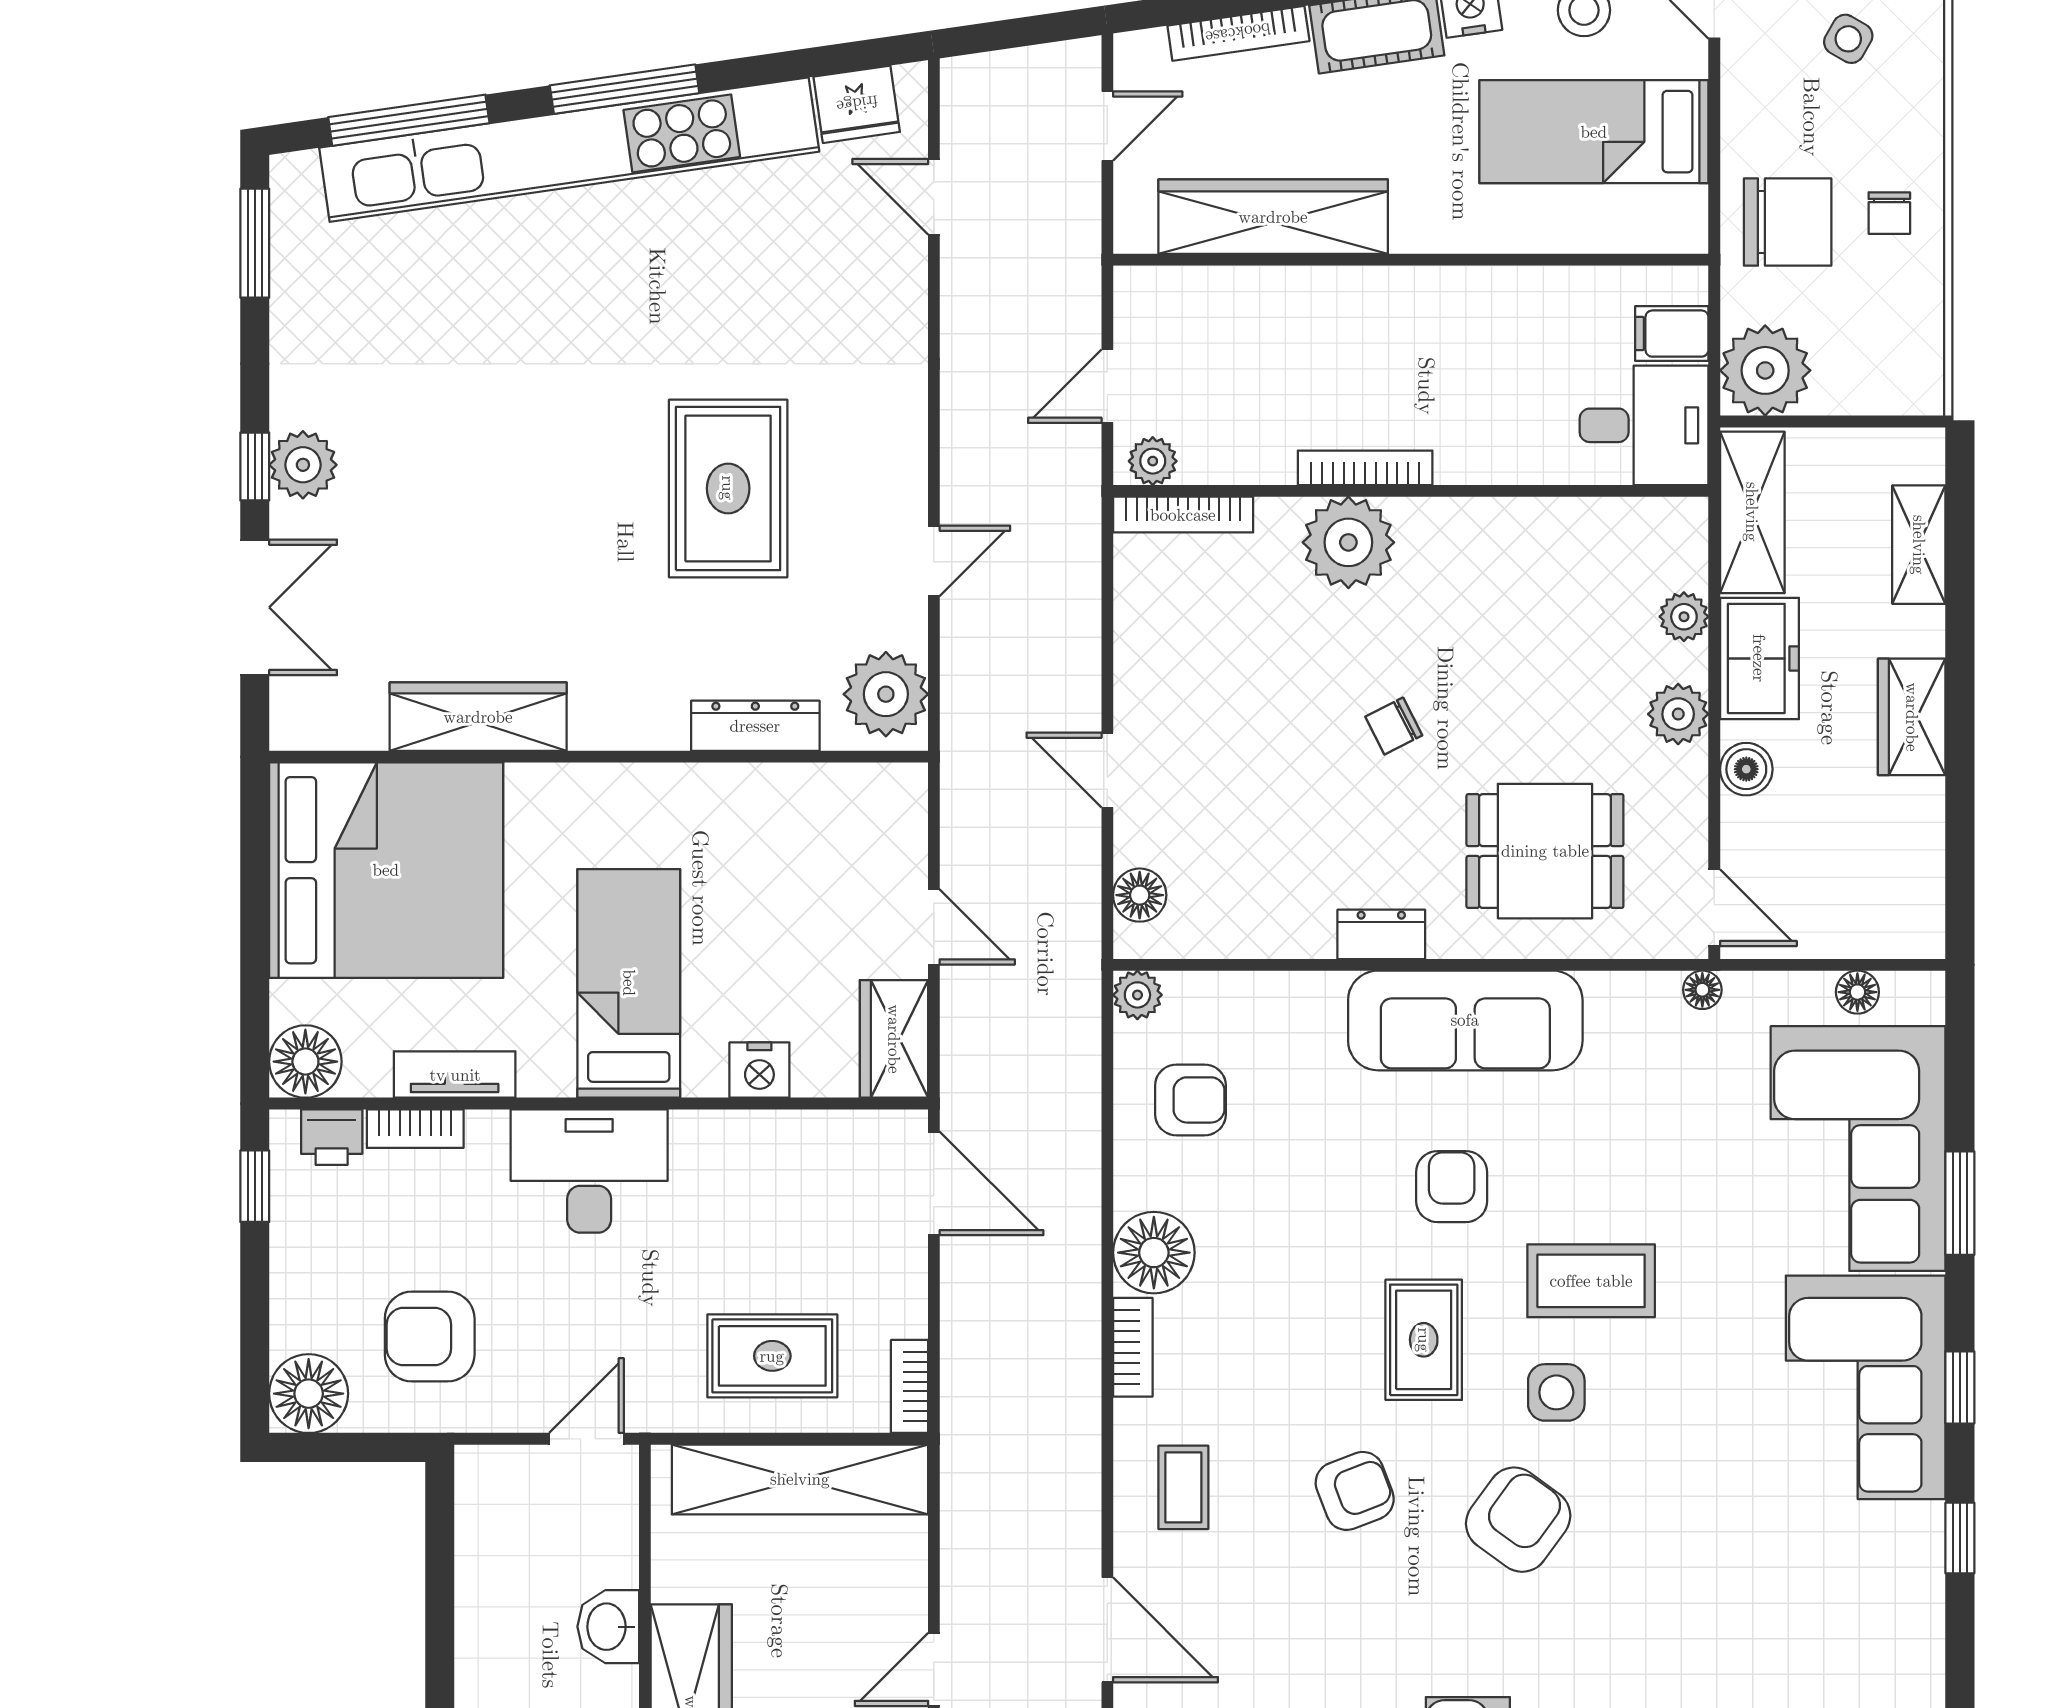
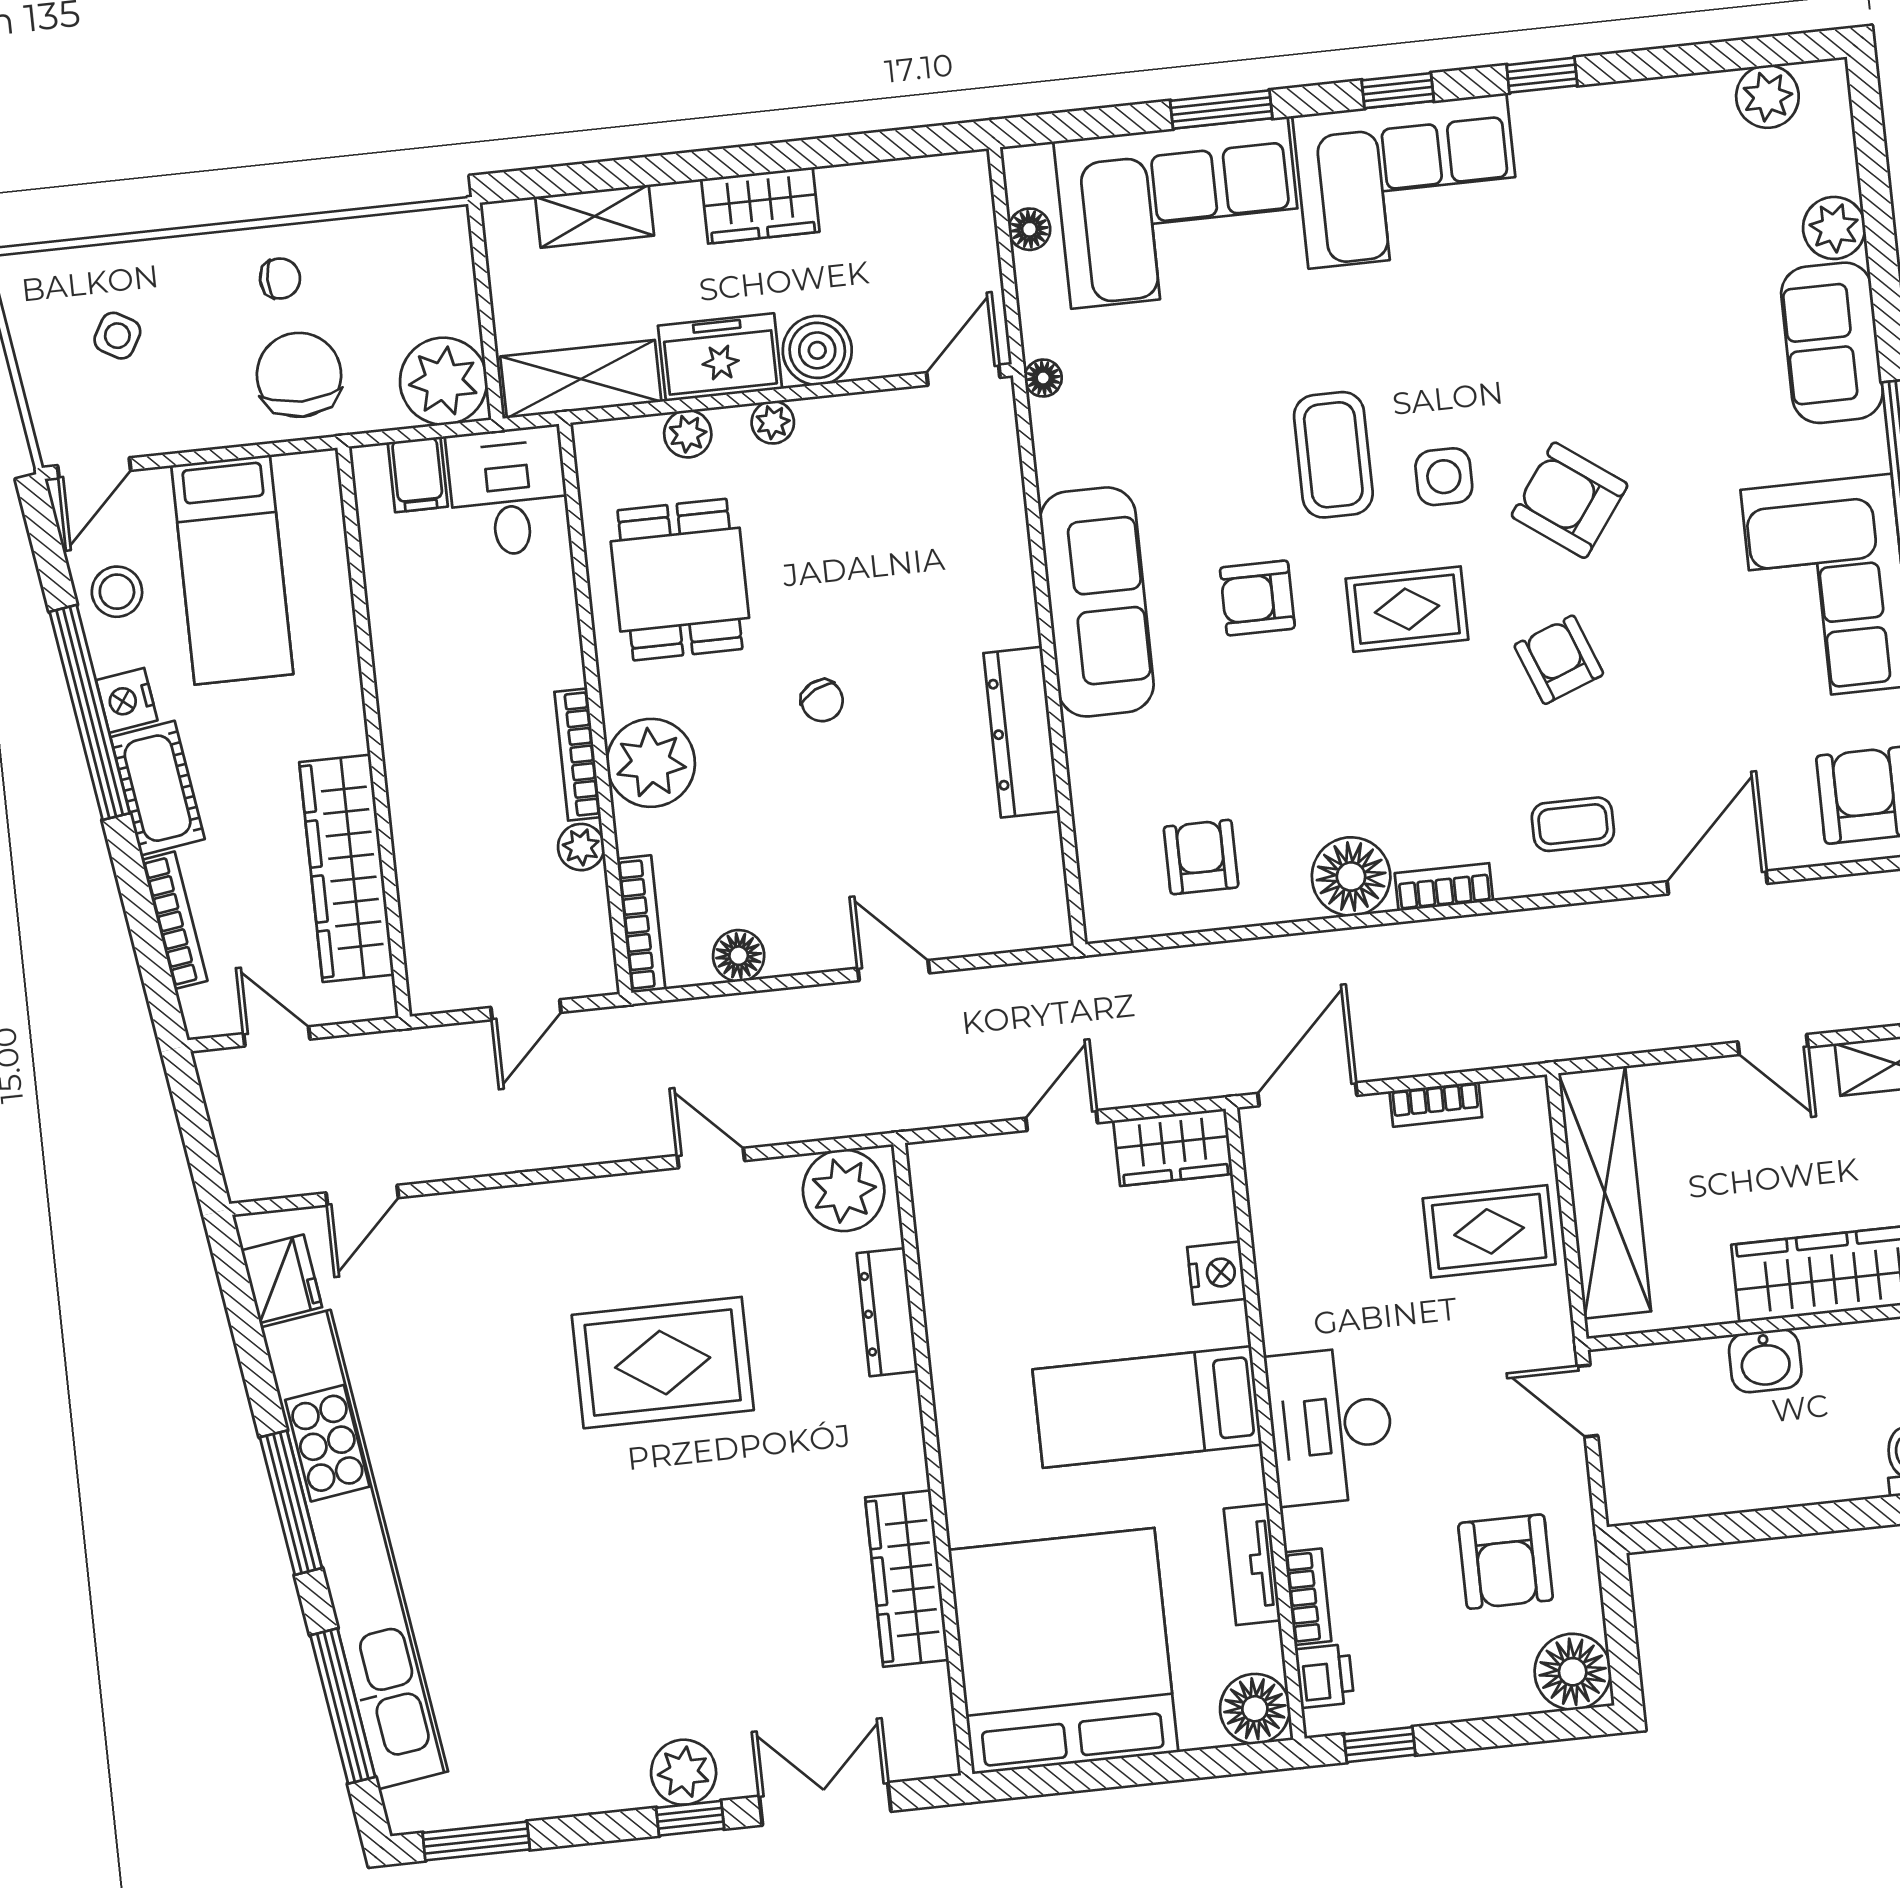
door: (1107, 386) -> (526, 1010), hinge flipped
plant: (1153, 461) -> (581, 847), moved
plant: (1678, 714) -> (773, 422), width x0.73, depth x0.73
boiler: (1746, 769) -> (817, 350), width x1.36, depth x1.36
door: (1107, 770) -> (894, 970), swing flipped
dining table: (1545, 851) -> (680, 580), moved
floor lamp: (1140, 895) -> (739, 956), moved
dresser: (1381, 934) -> (1022, 732), width x1.96, depth x1.24
plant: (1137, 995) -> (1106, 919), removed
rug: (772, 1356) -> (1489, 1231), turned 90
bookcase: (910, 1386) -> (1436, 1104), moved

